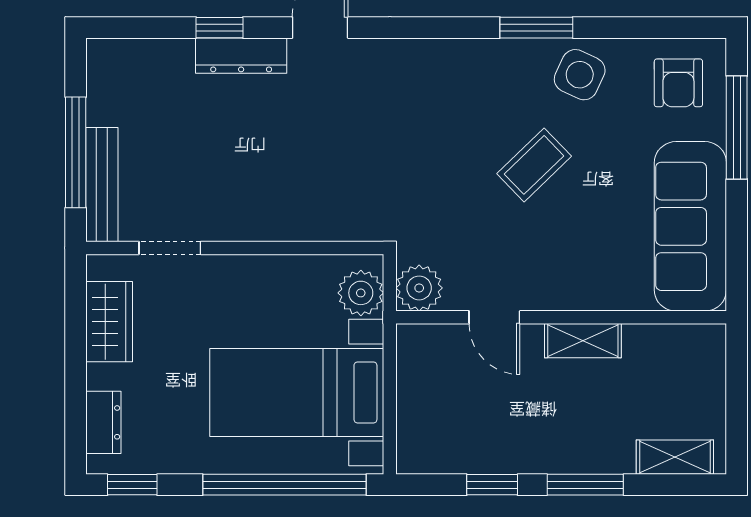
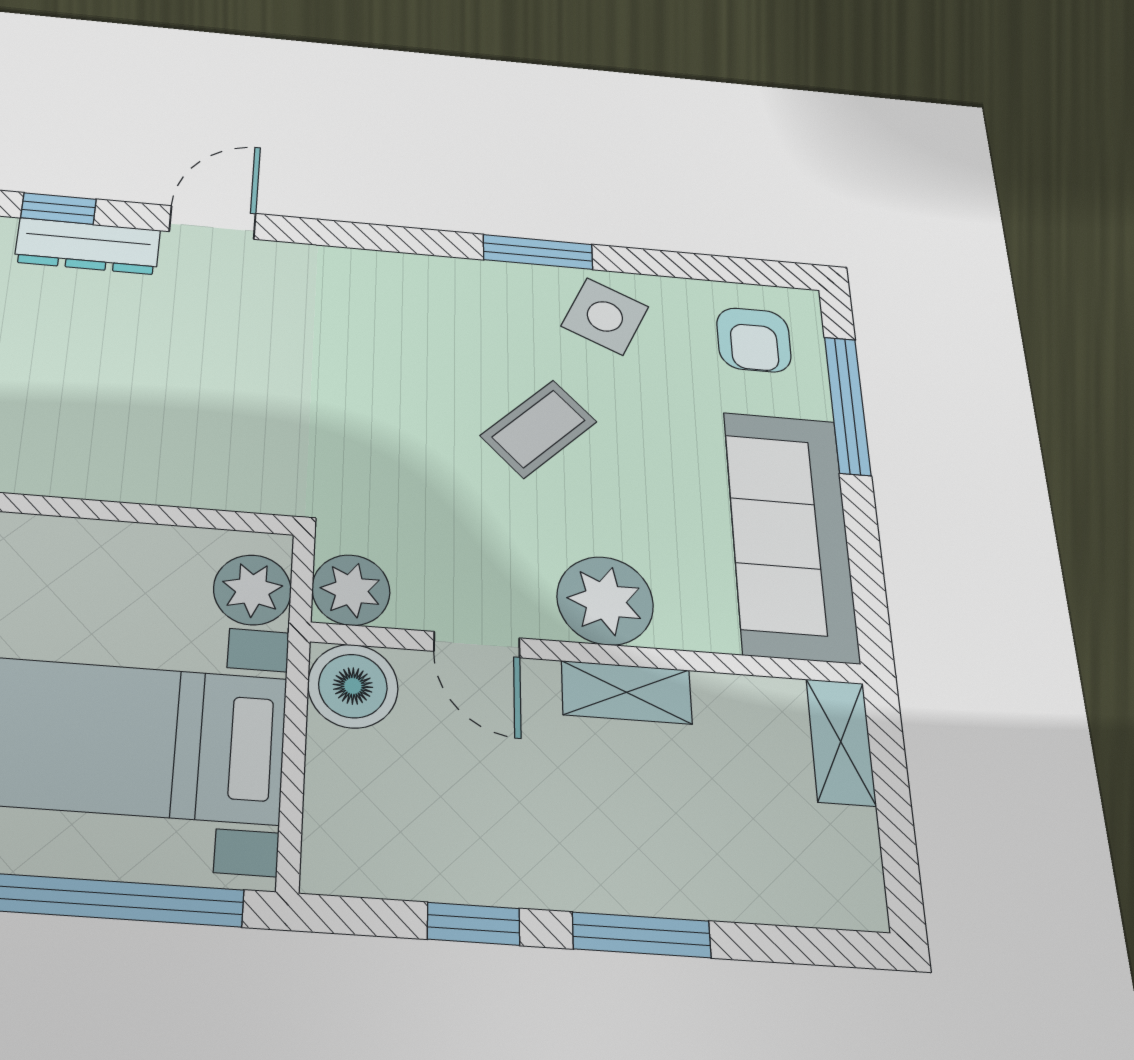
plant: (572, 282) -> (605, 601), added
boiler: (422, 350) -> (353, 686), added
shelving: (675, 457) -> (841, 742), moved, turned 90

